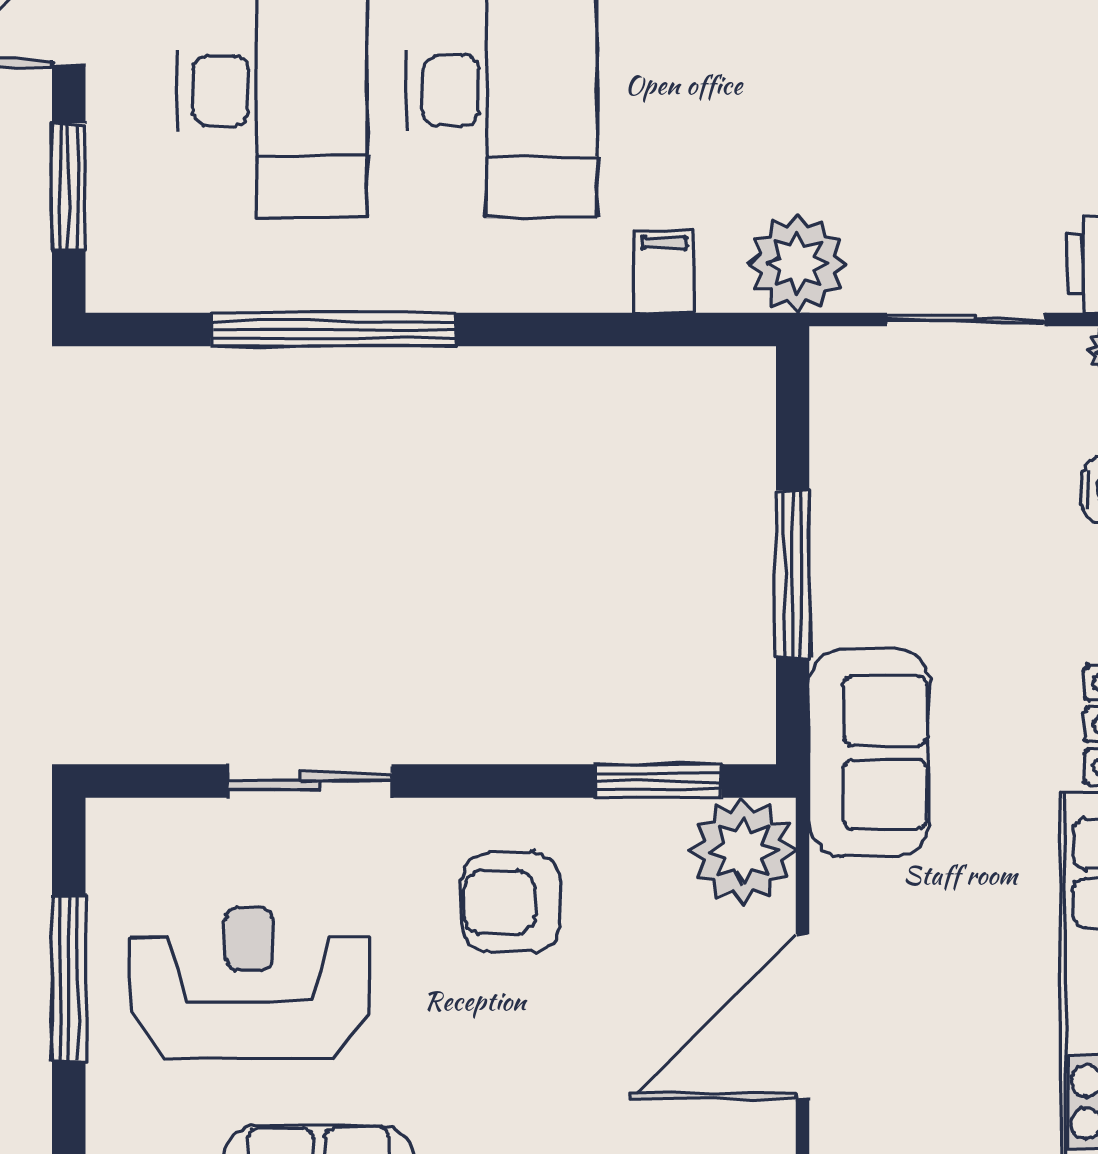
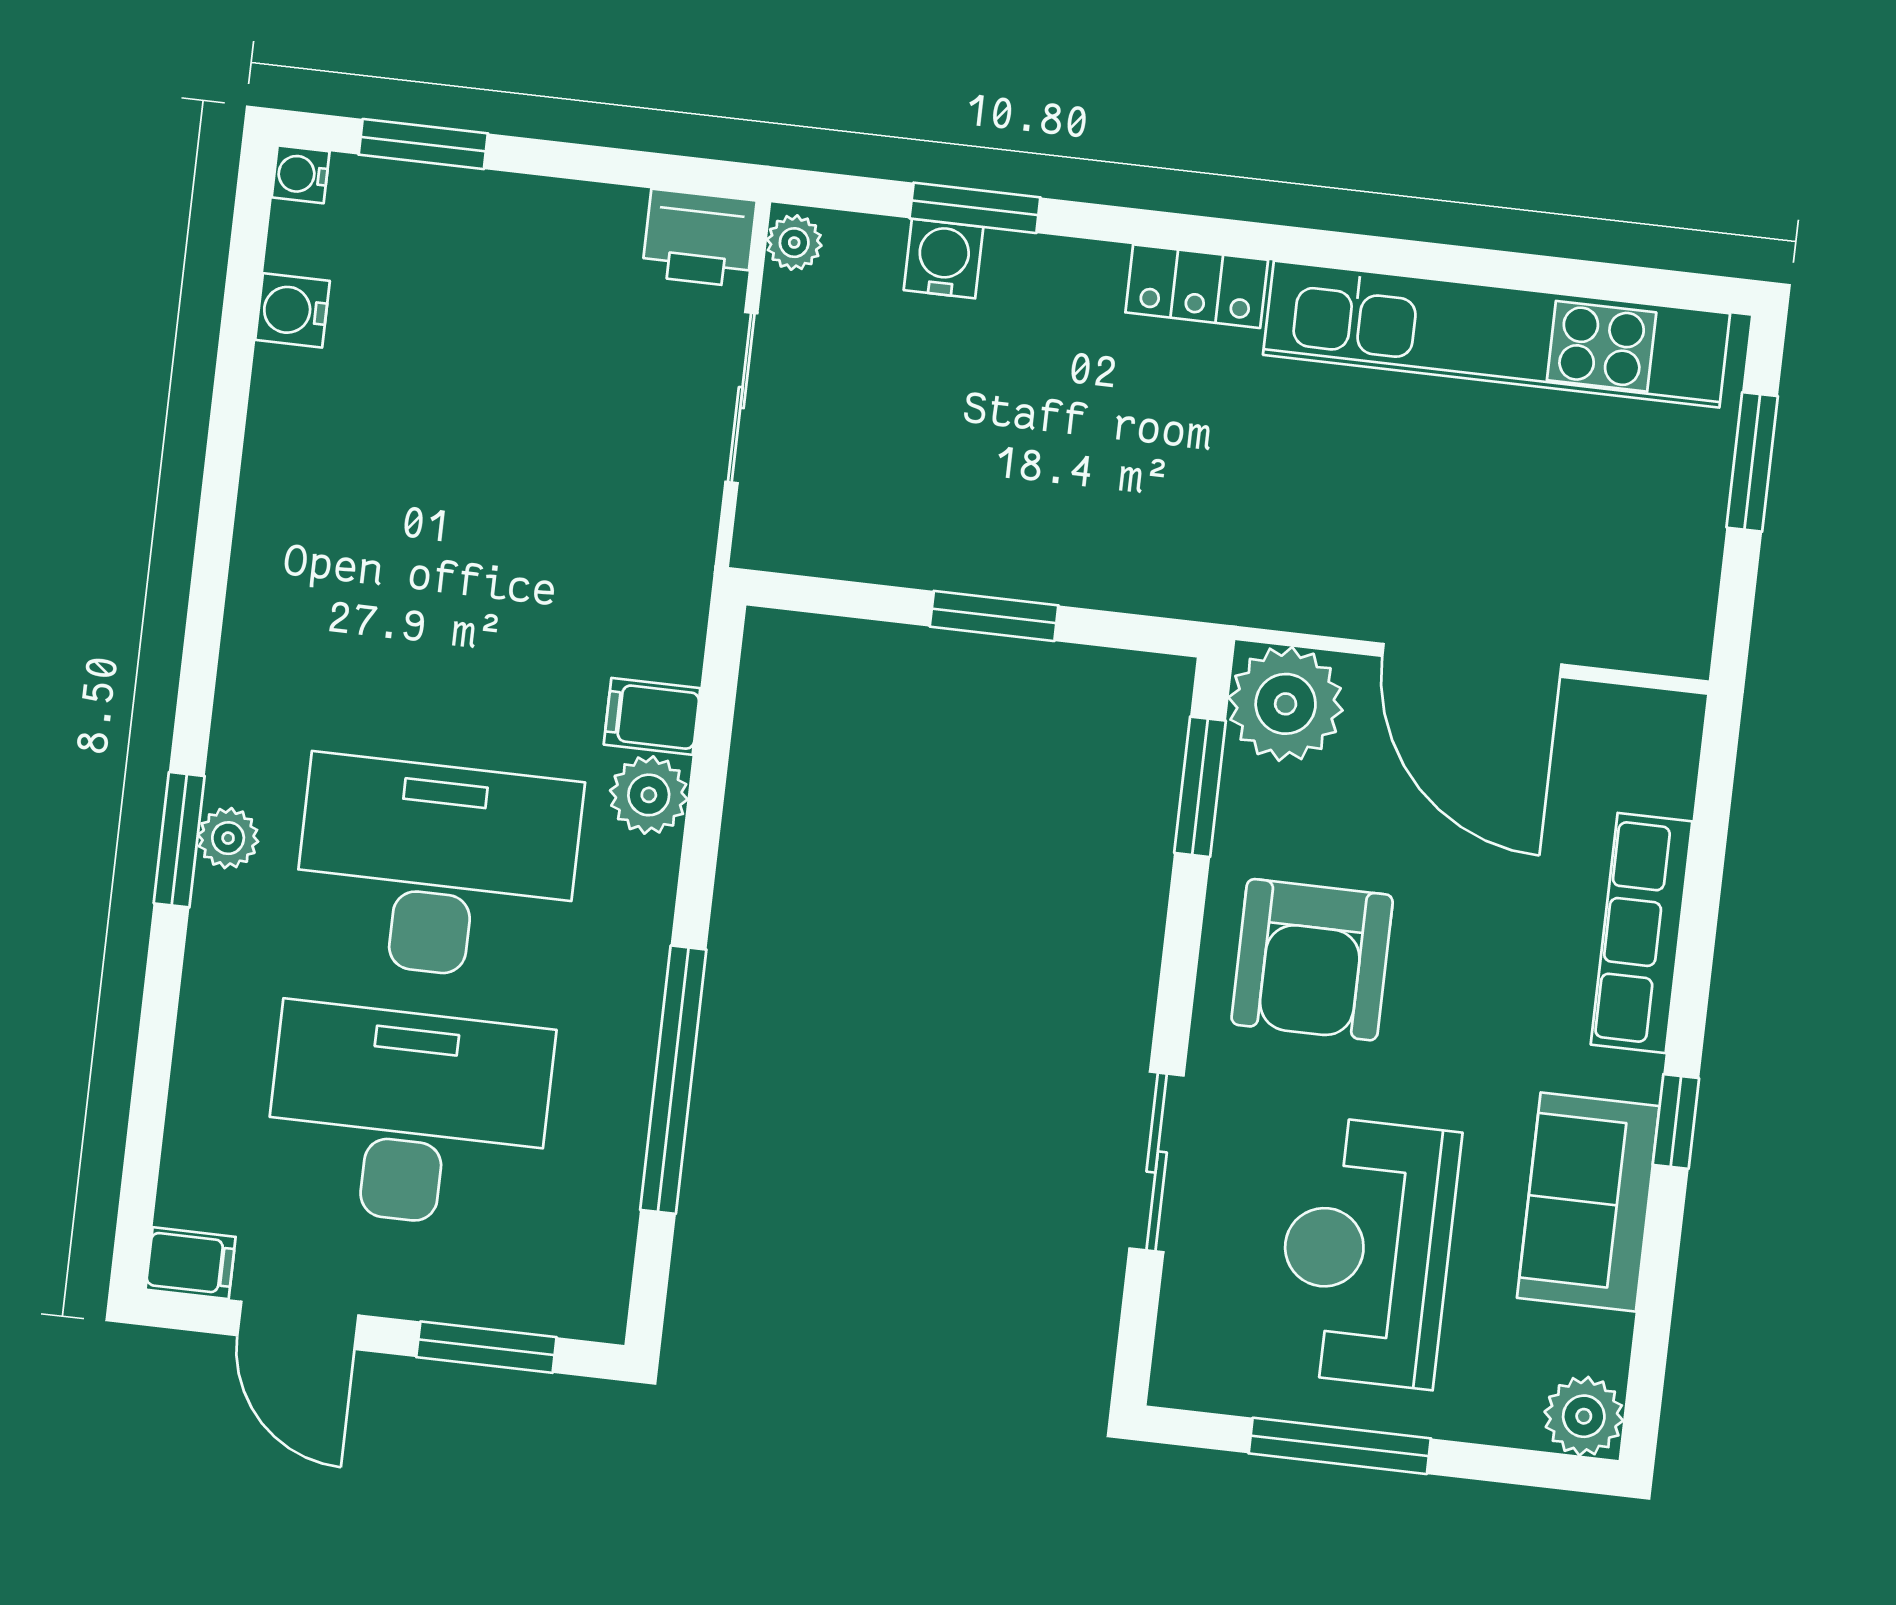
plant: (797, 264) -> (649, 795), moved, width x0.73, depth x0.73
window: (793, 574) -> (994, 616), width x0.69
sofa: (869, 752) -> (1196, 555), removed
armchair: (511, 902) -> (1312, 960), width x1.36, depth x1.36

